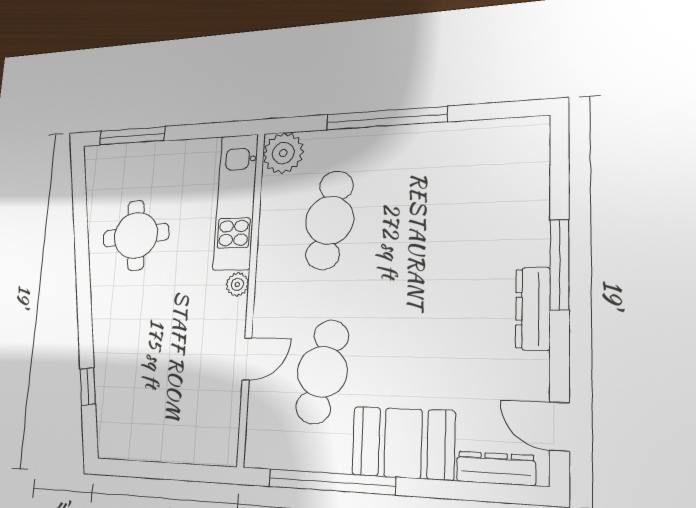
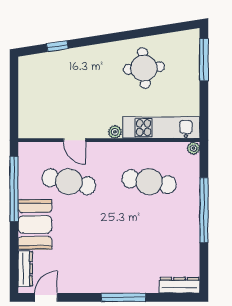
plant: (283, 153) -> (193, 148), width x0.53, depth x0.53
dresser: (533, 309) -> (179, 285), moved

